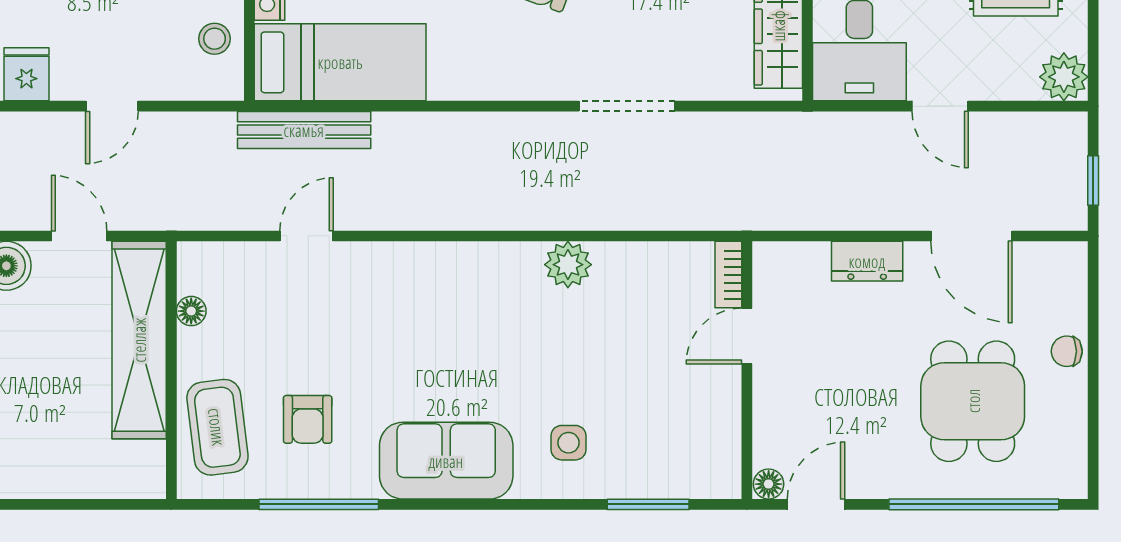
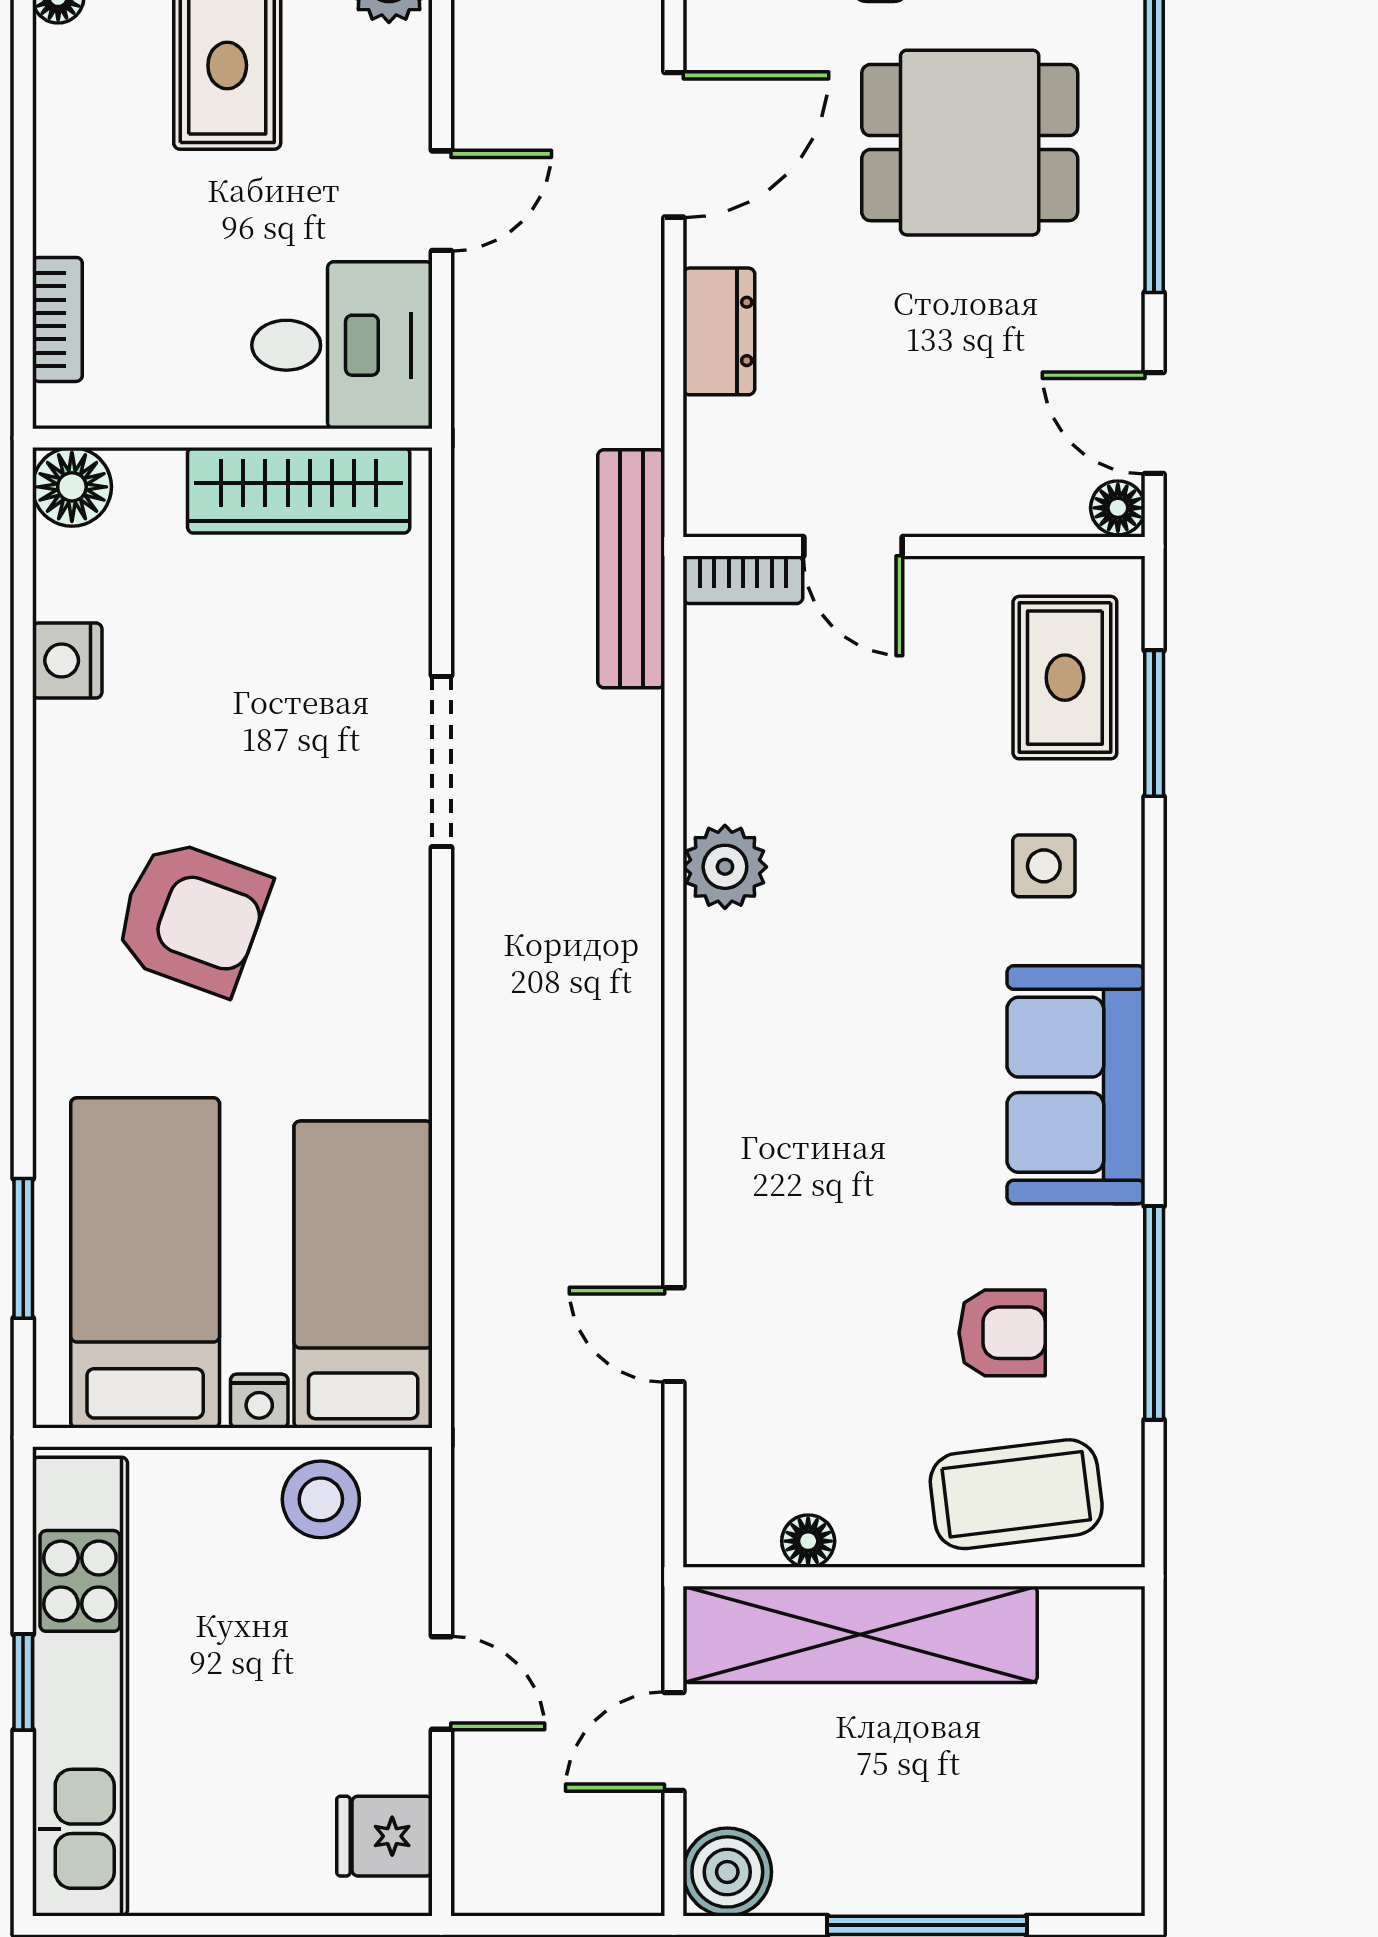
stool: (215, 39) -> (321, 1499), width x1.37, depth x1.37
bench: (304, 130) -> (631, 569), moved
rug: (674, 454) -> (1065, 678), added

